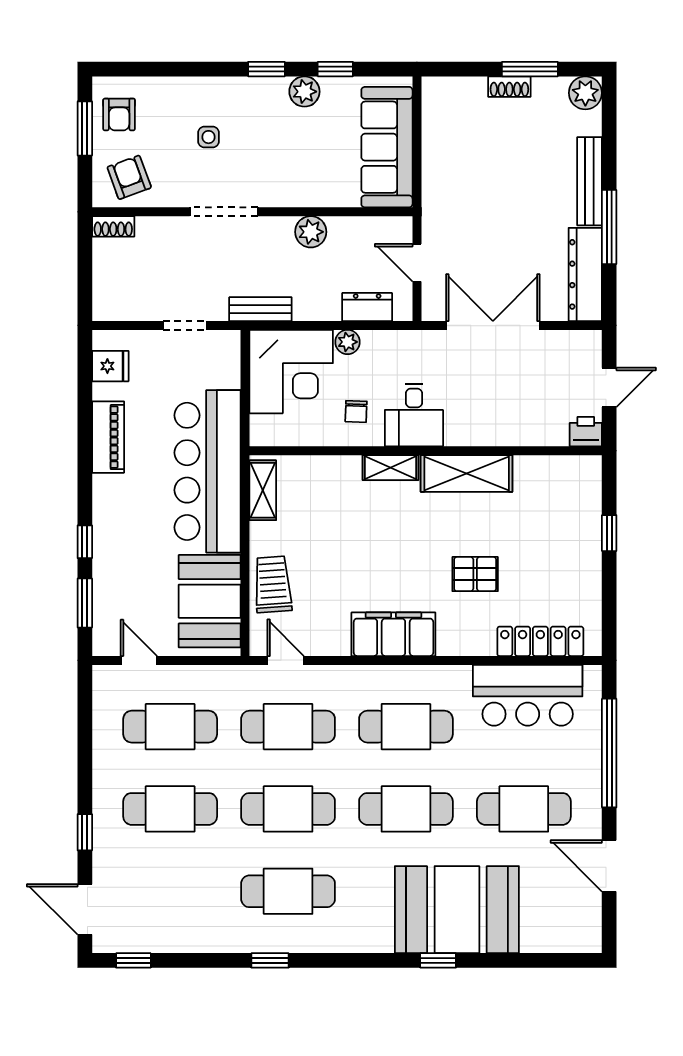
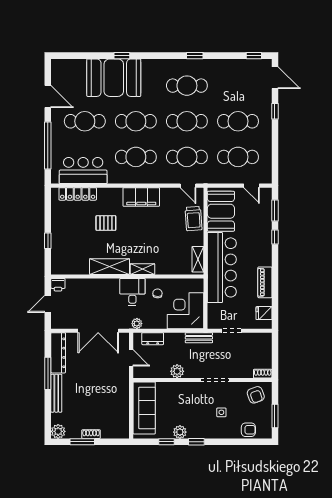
armchair: (119, 114) -> (248, 430), moved, turned 90
plant: (348, 342) -> (137, 324), moved

